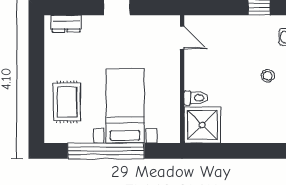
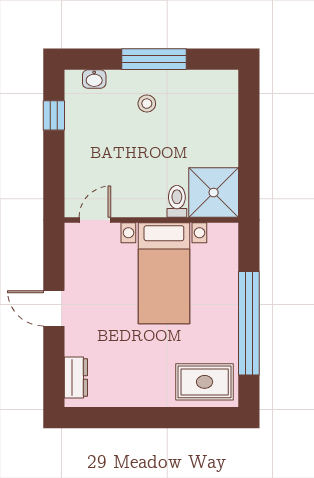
rug: (67, 102) -> (205, 382), moved
bed with nightstands: (125, 106) -> (164, 273), moved, turned -90

